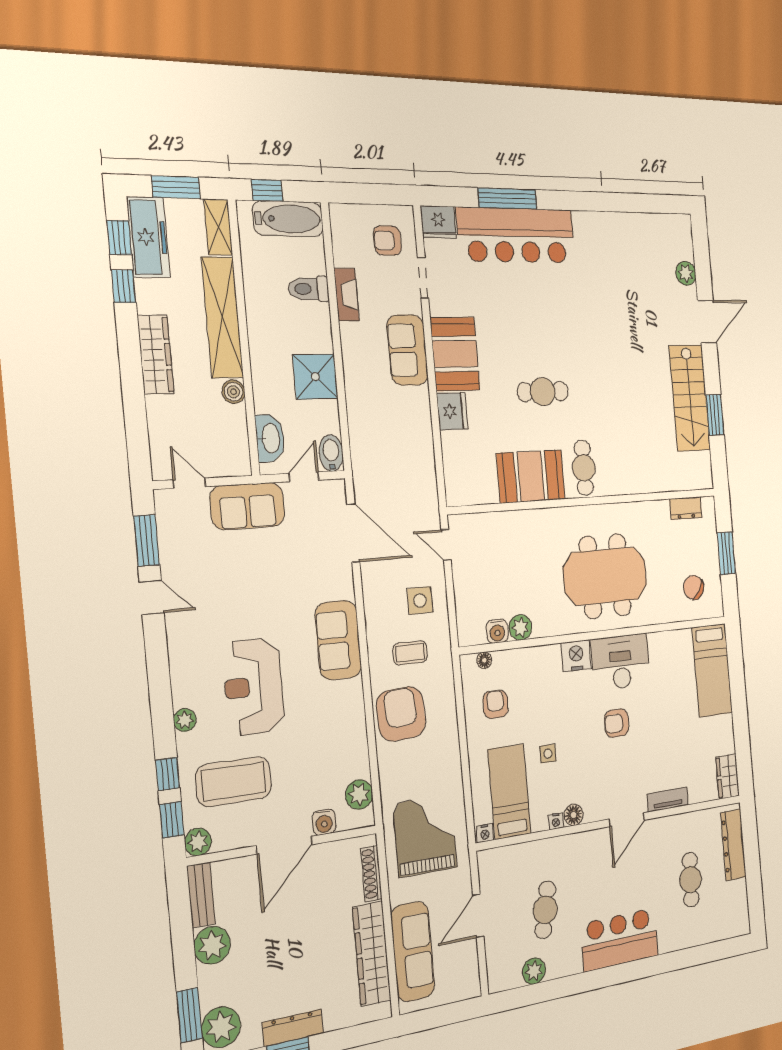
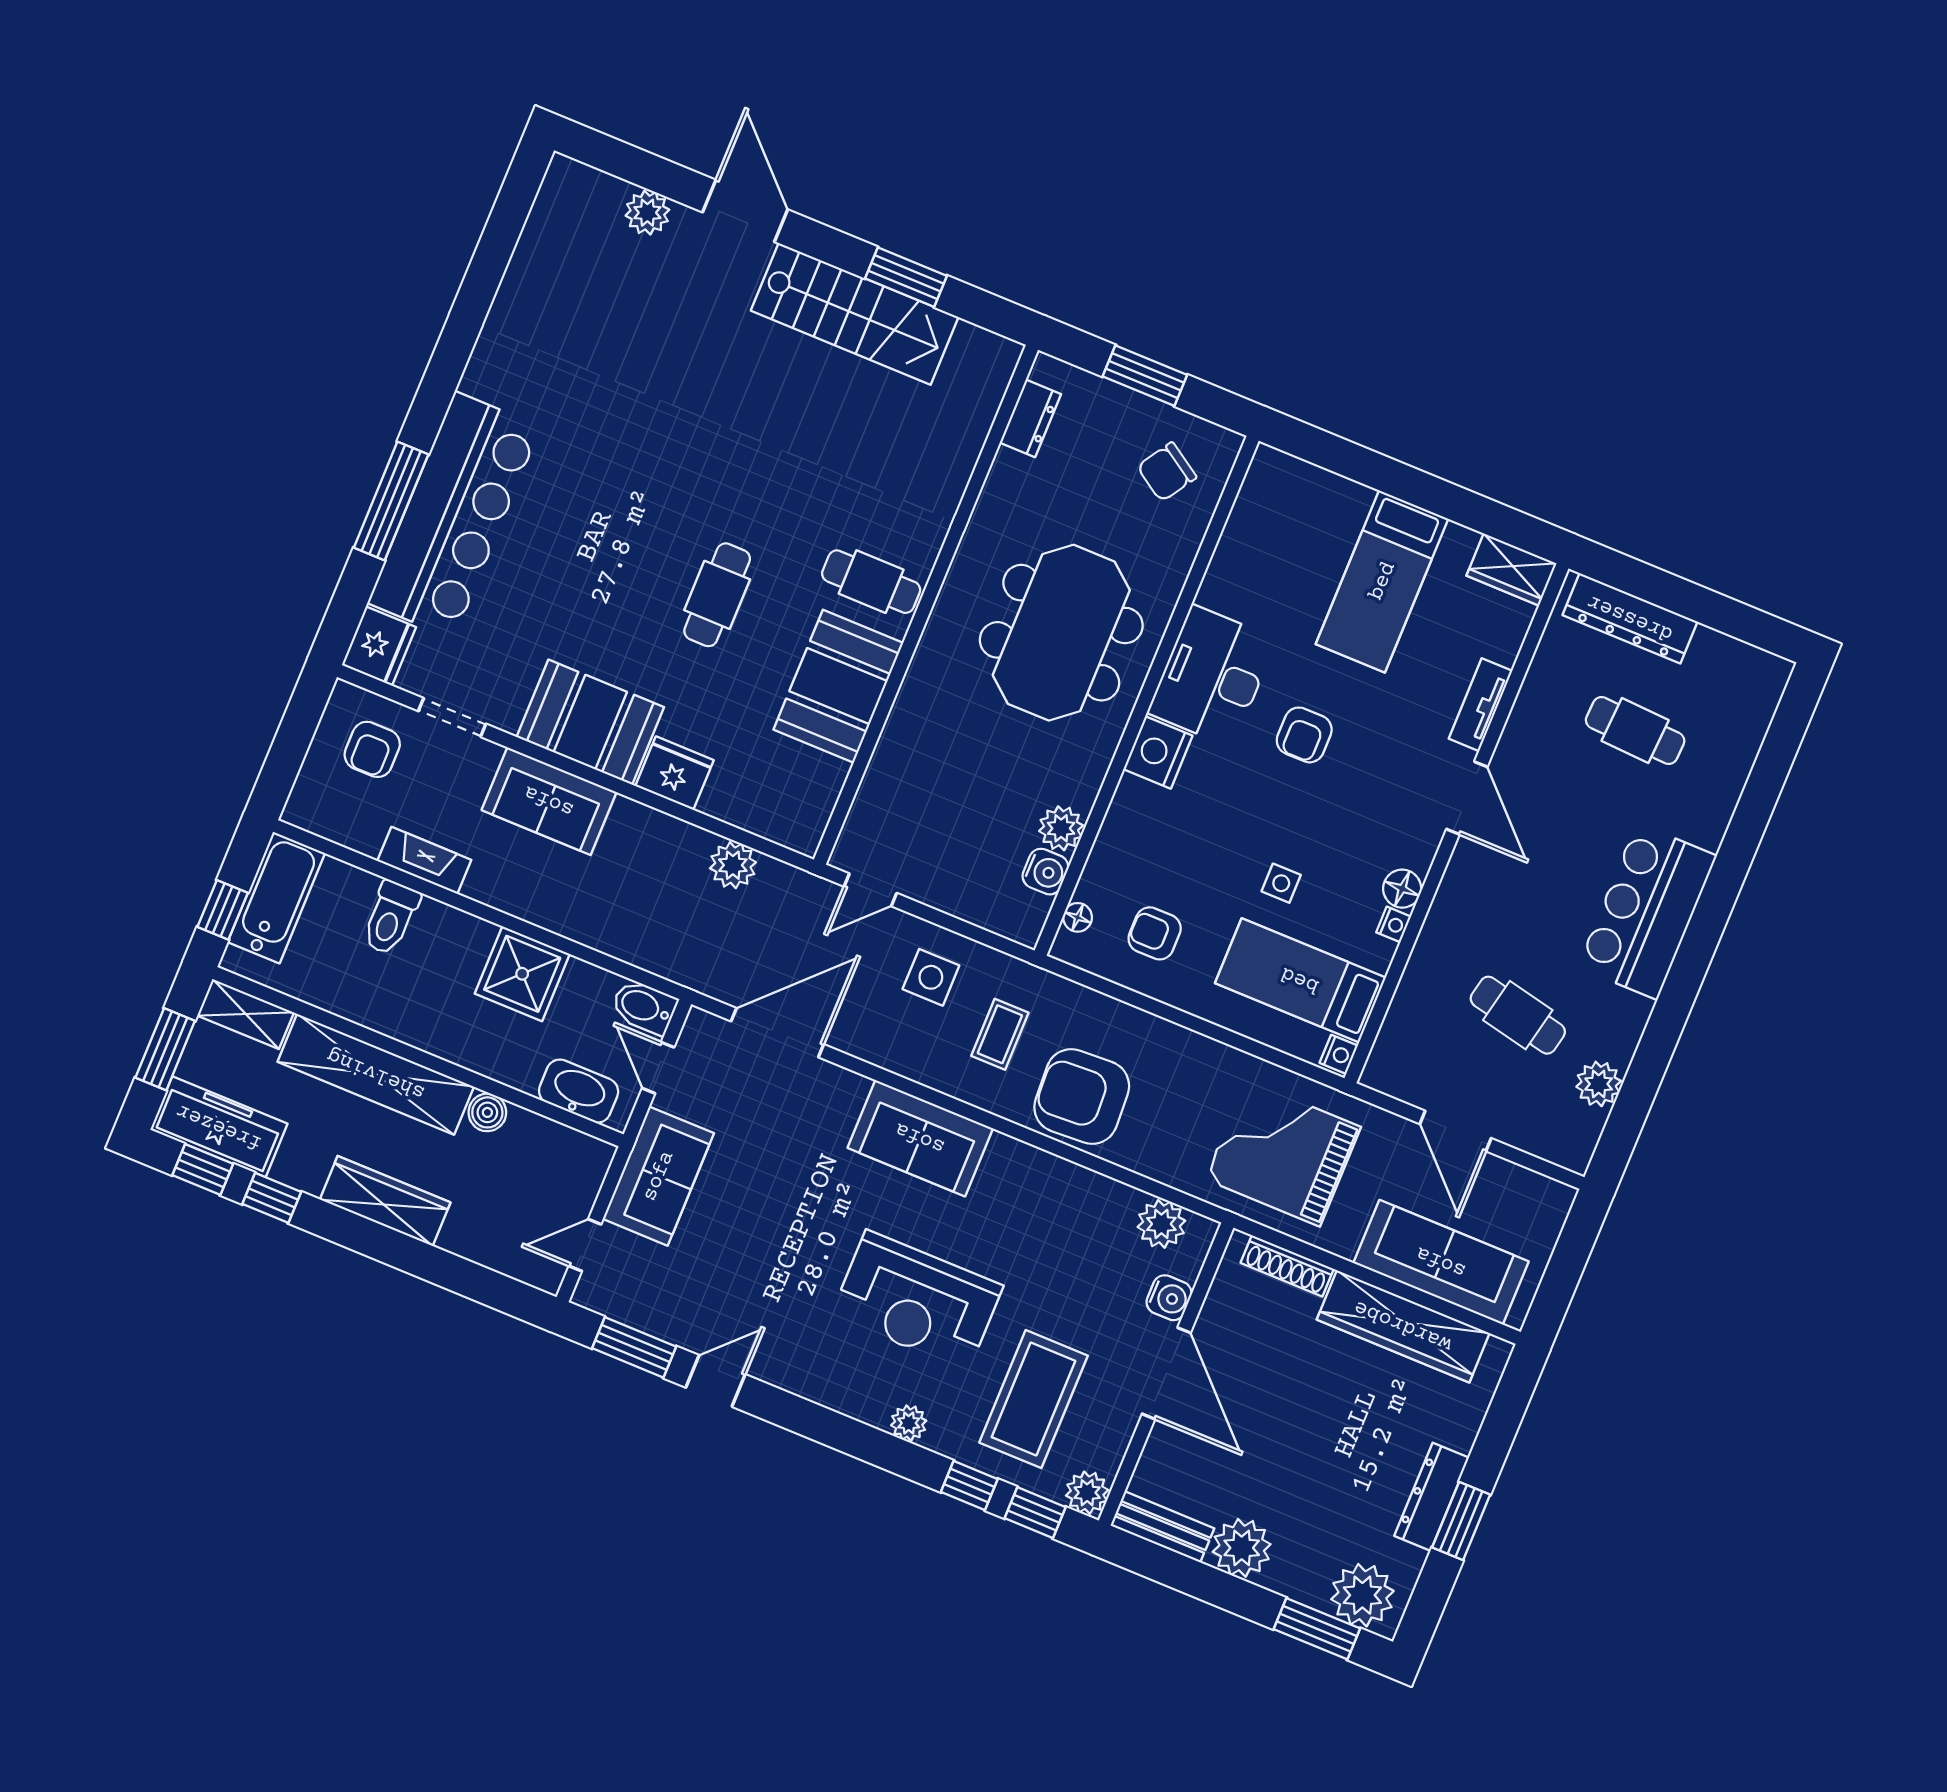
plant: (423, 465) -> (733, 865), added
bed: (712, 670) -> (1382, 581), moved, turned 90

